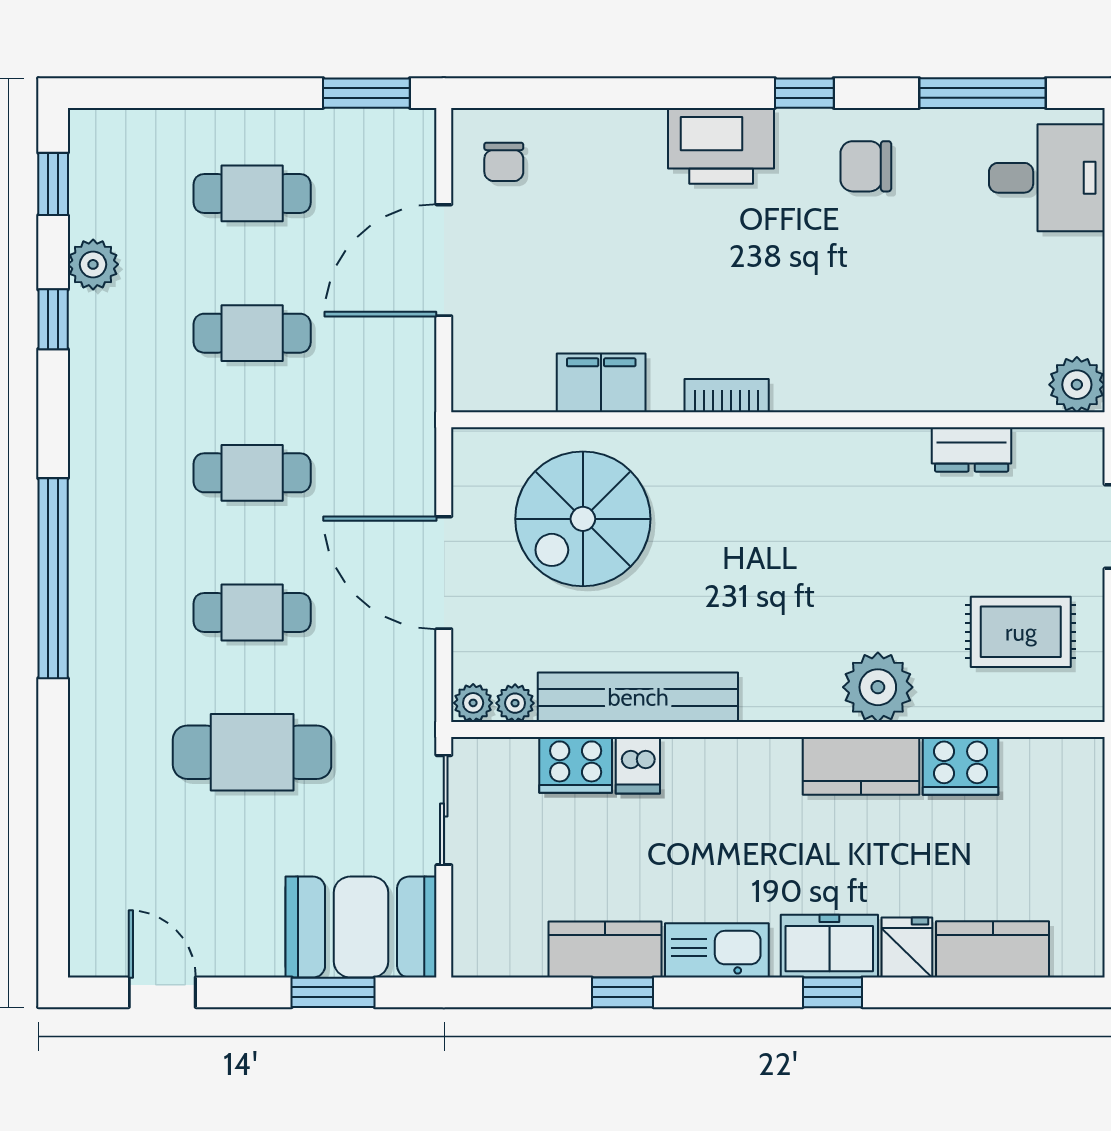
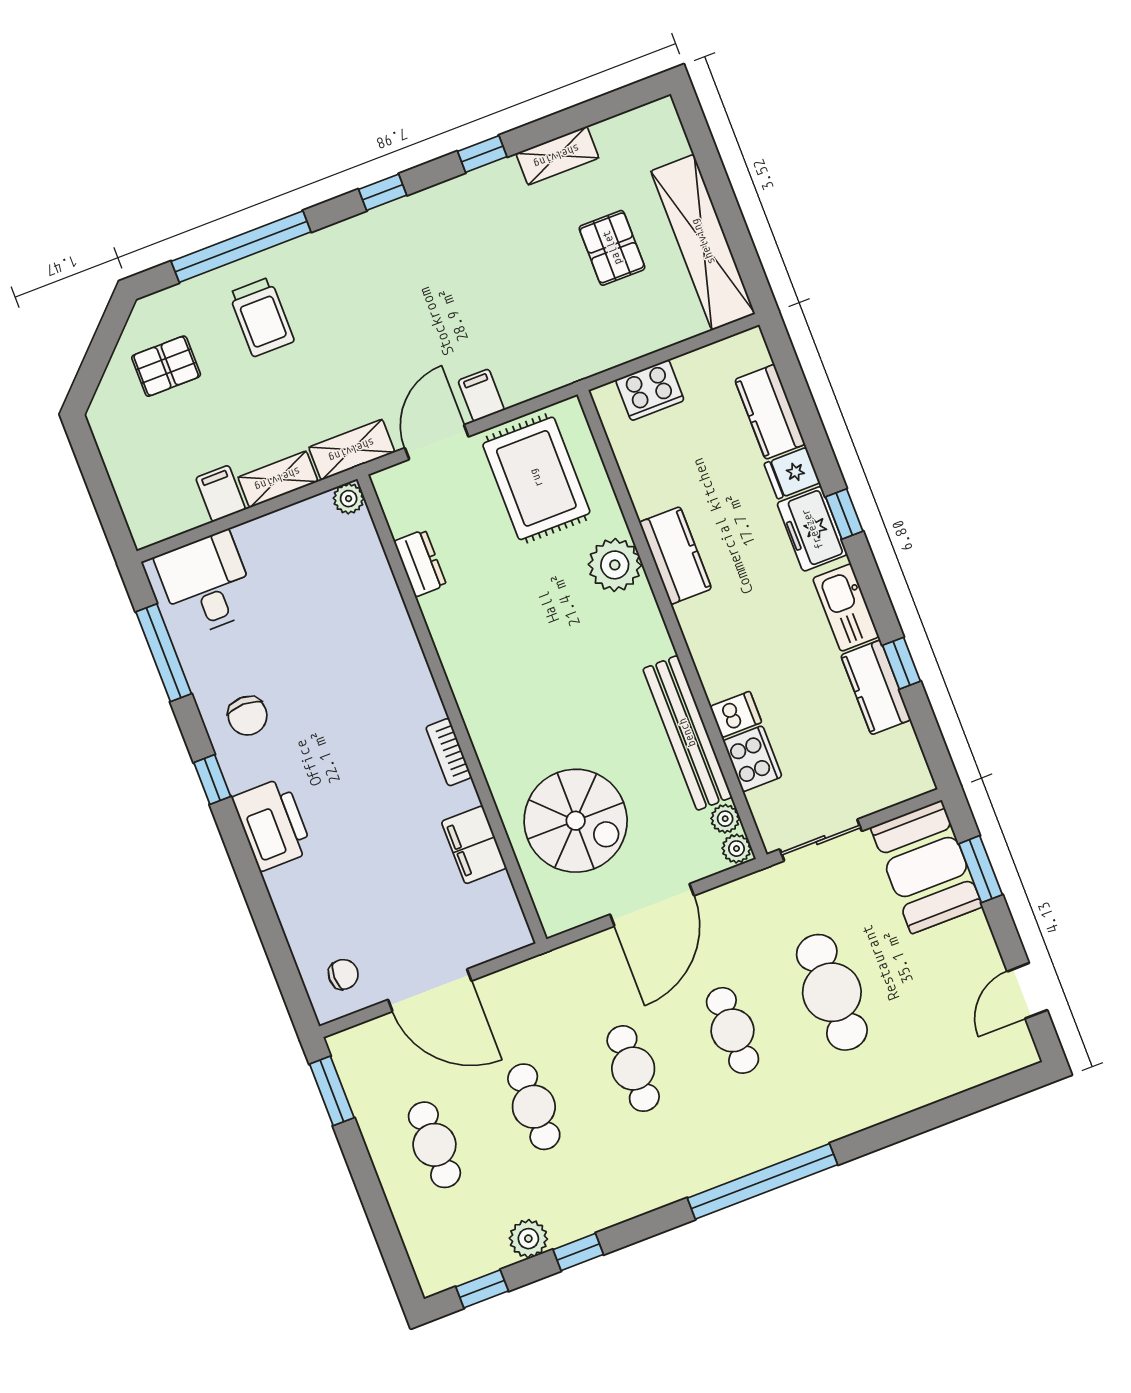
plant: (1077, 385) -> (349, 499), width x0.73, depth x0.73
rug: (1021, 632) -> (536, 478), width x1.36, depth x1.43
cooker: (961, 766) -> (650, 390), moved, turned 90

